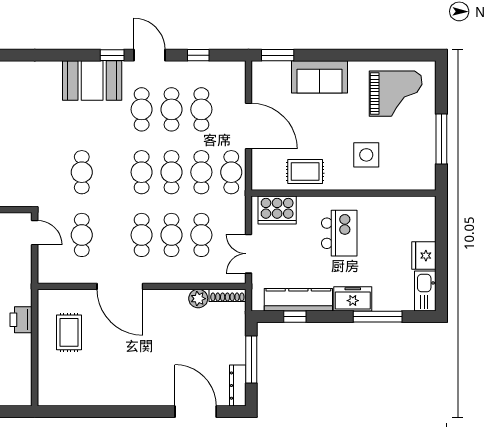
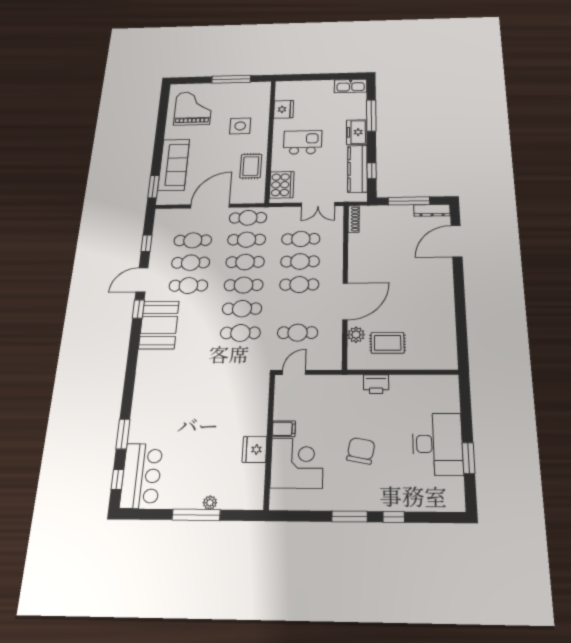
sofa: (319, 77) -> (174, 165), width x1.36
cafe table: (112, 172) -> (242, 309), added
fridge: (424, 256) -> (284, 109), moved, turned -90
plant: (198, 299) -> (356, 335), moved

